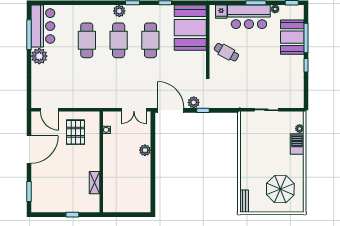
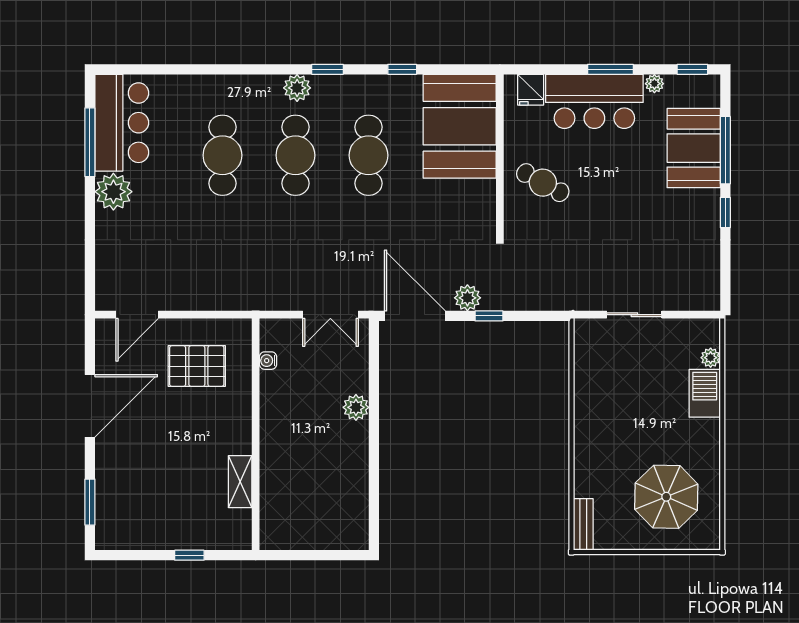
door: (50, 110) -> (137, 315), hinge flipped
pallet: (76, 132) -> (197, 366), turned 90

